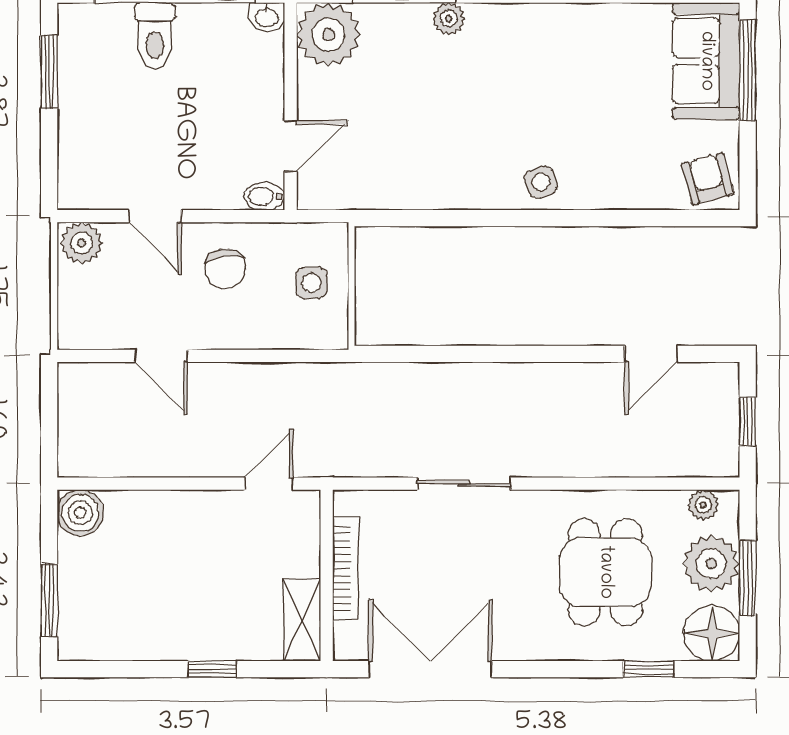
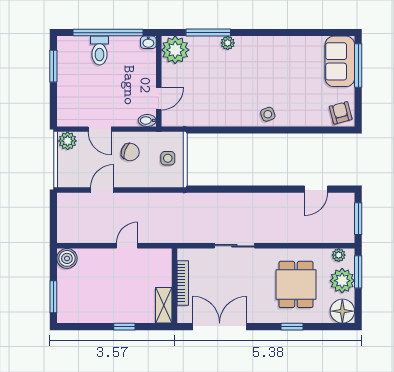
chair: (225, 269) -> (130, 152), turned -62
door: (161, 356) -> (102, 190), swing flipped
window: (748, 421) -> (358, 219), width x1.50
door: (269, 484) -> (127, 246), moved
window: (748, 578) -> (358, 272), moved
window: (648, 669) -> (292, 327), moved

